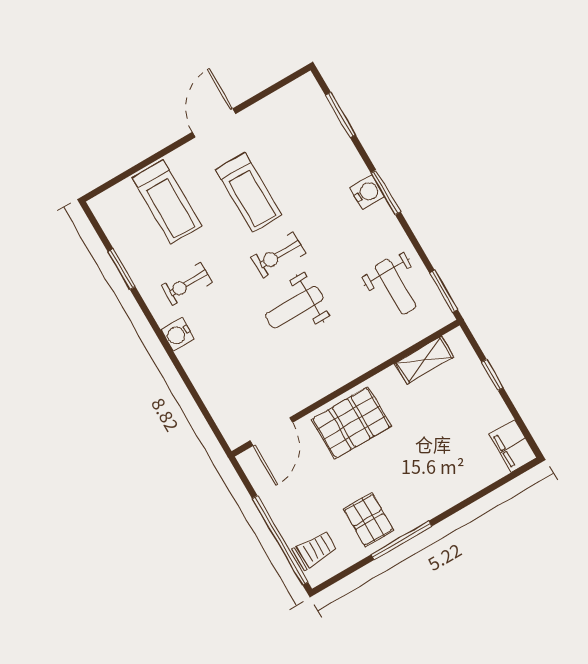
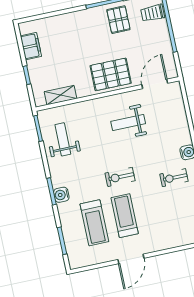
treadmill: (167, 202) -> (94, 223), moved, turned 180
exercise bike: (278, 255) -> (120, 177), turned 180
exercise bike: (187, 284) -> (174, 178), turned 180
weight bench: (294, 307) -> (128, 123), moved, turned 180
filing cabinet: (513, 446) -> (31, 46), moved

